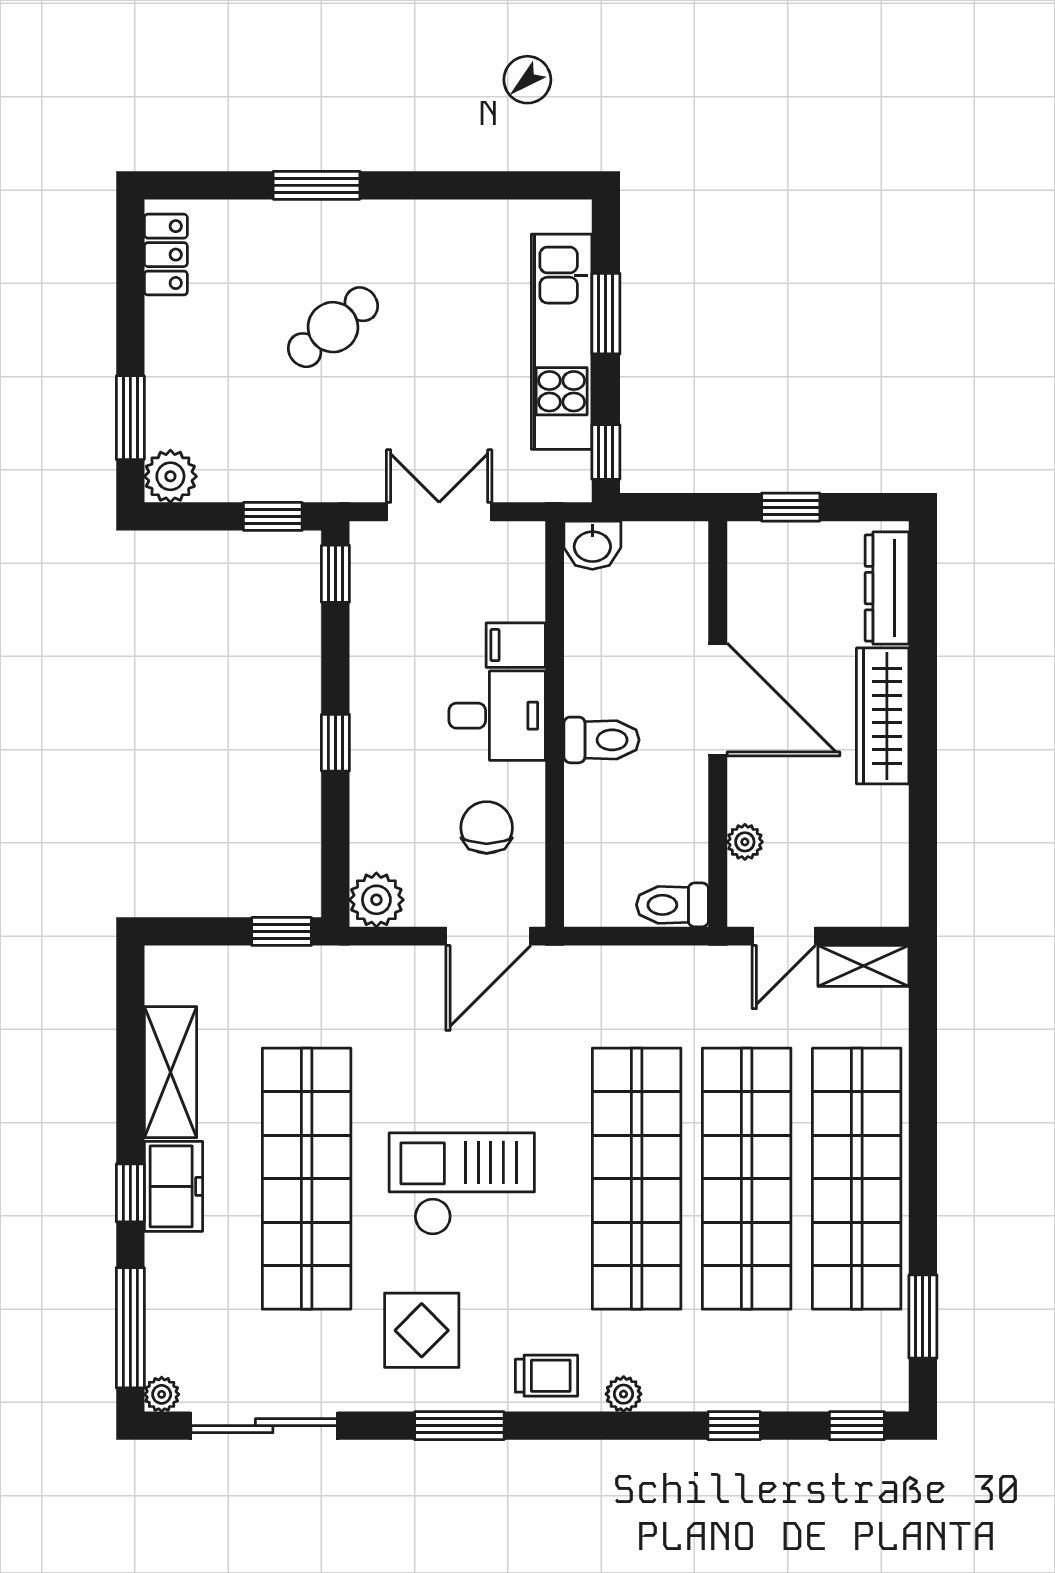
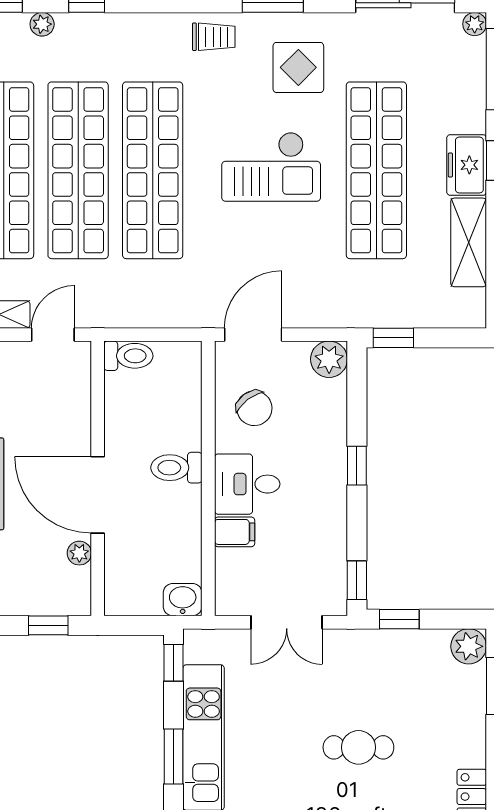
cafe table: (333, 327) -> (358, 747), turned 39
chair: (487, 827) -> (254, 408), turned -37
plant: (745, 842) -> (79, 553), moved
trolley: (546, 1376) -> (214, 37), turned 180
plant: (624, 1394) -> (42, 24), moved

